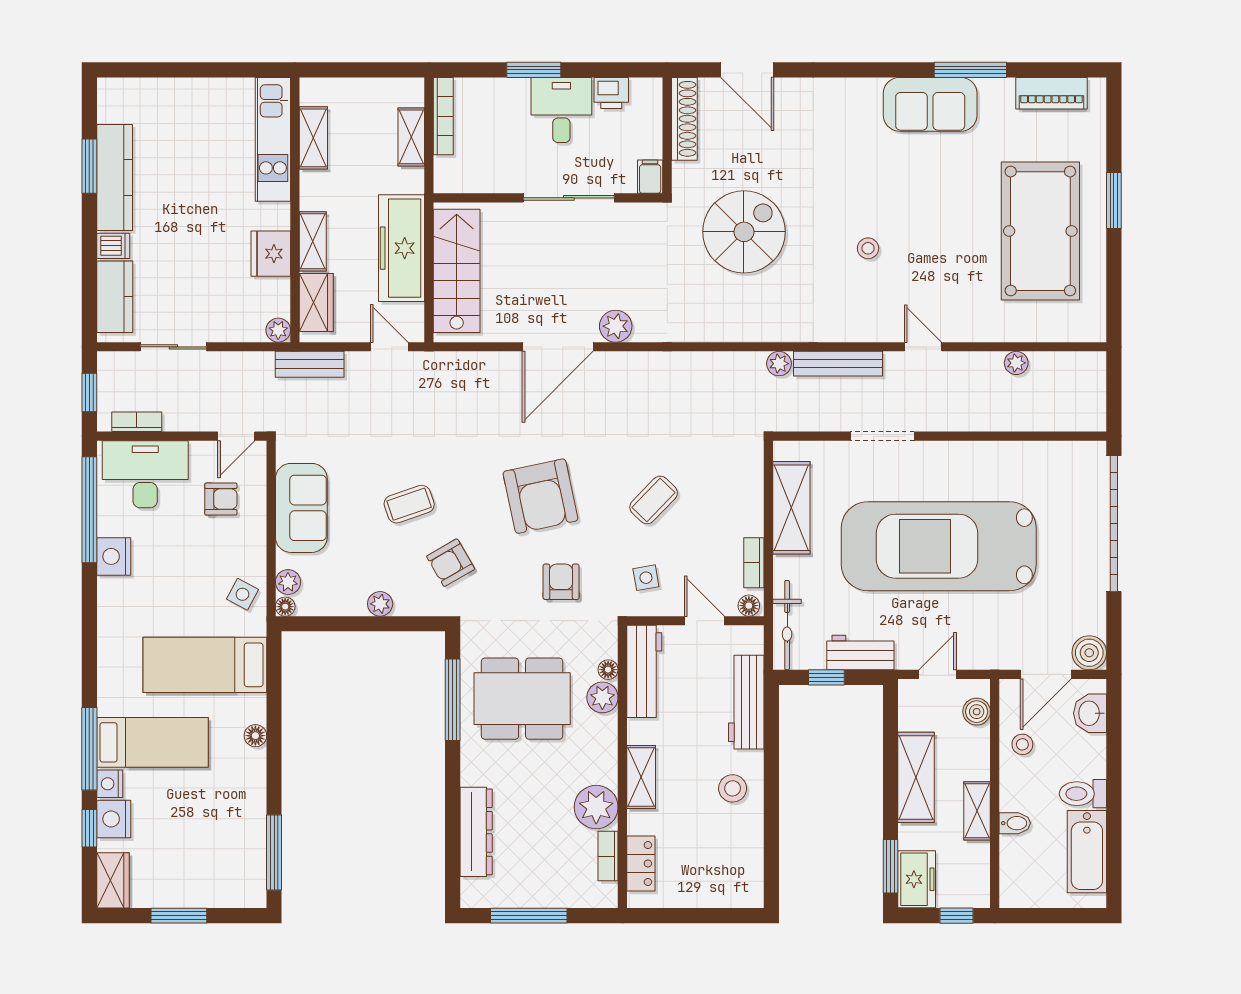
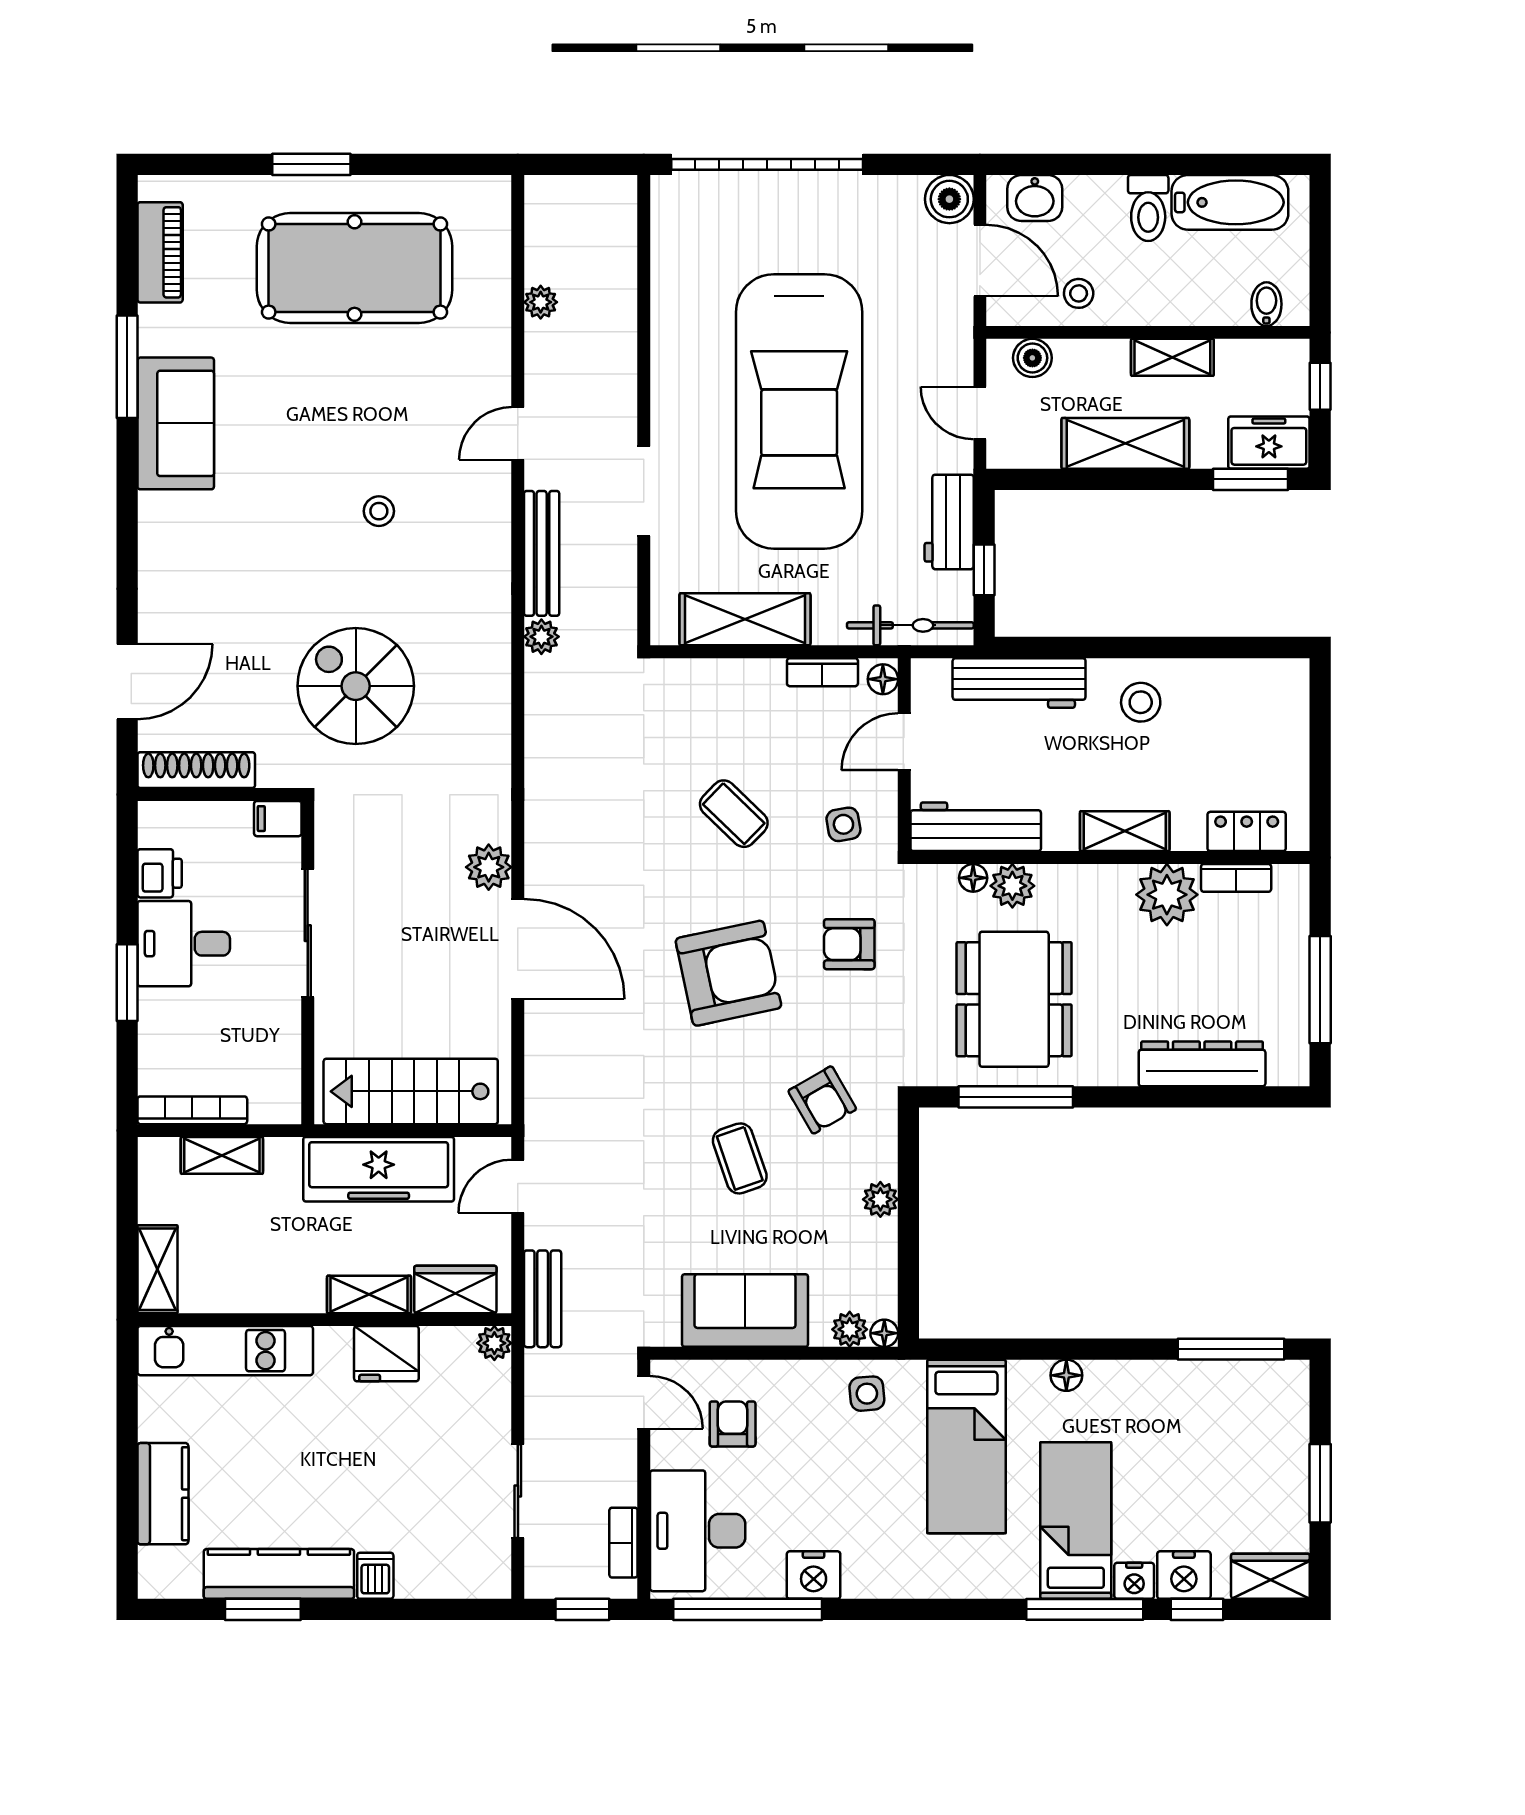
shelving: (313, 138) -> (157, 1269), moved, turned 90
kitchen counter: (115, 297) -> (163, 1494), moved, turned 90
side table: (242, 594) -> (867, 1394), turned -33
bidet: (1015, 823) -> (1266, 304), moved

